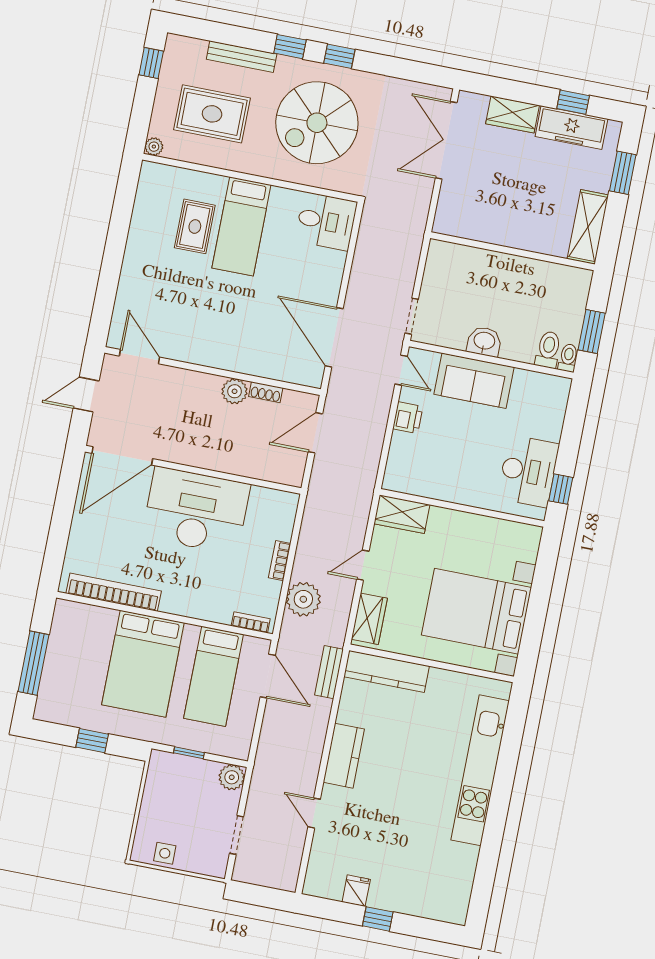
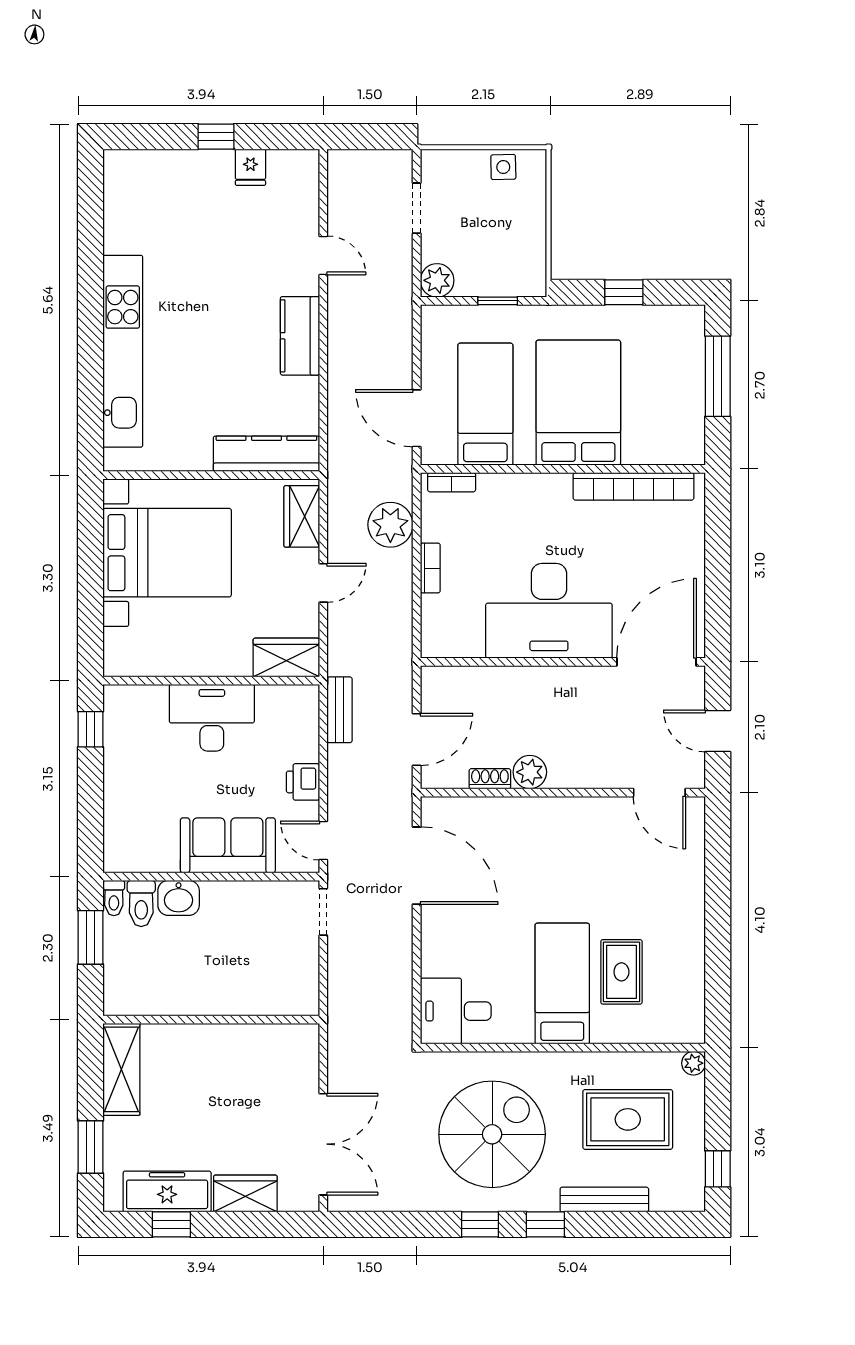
washbasin: (484, 341) -> (179, 898), moved
door: (86, 395) -> (718, 731), swing flipped
desk: (528, 471) -> (212, 718), moved, turned 90
bench: (329, 672) -> (340, 710), moved

